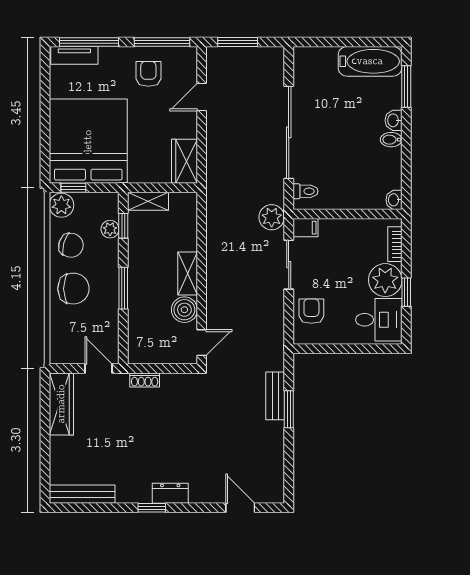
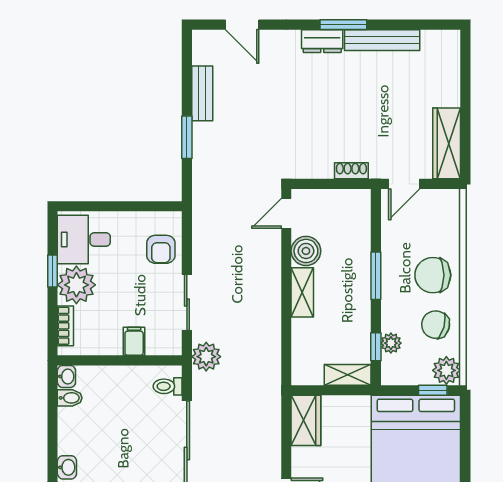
bidet: (391, 140) -> (70, 398), moved
filing cabinet: (305, 228) -> (134, 341), moved, turned 90
door: (99, 368) -> (404, 184), hinge flipped
bench: (275, 396) -> (202, 93), moved
bench: (82, 494) -> (382, 40), moved
window: (152, 508) -> (343, 25), width x1.50

